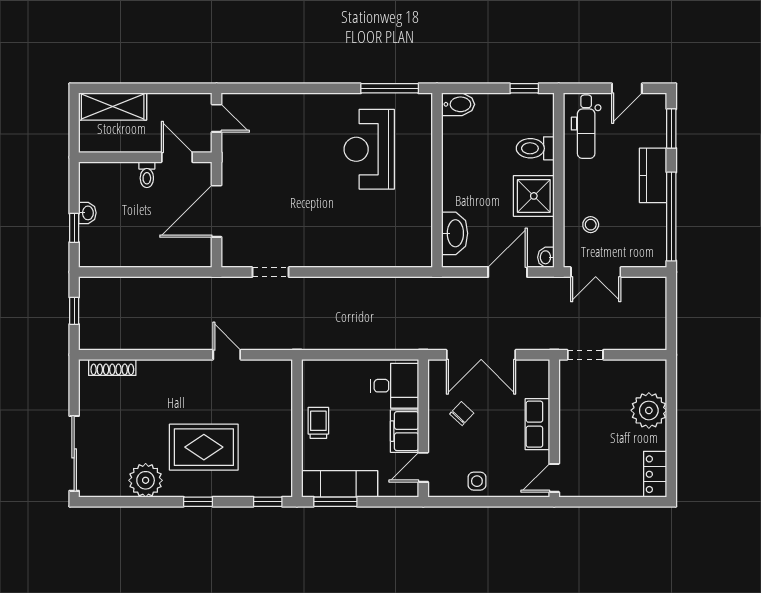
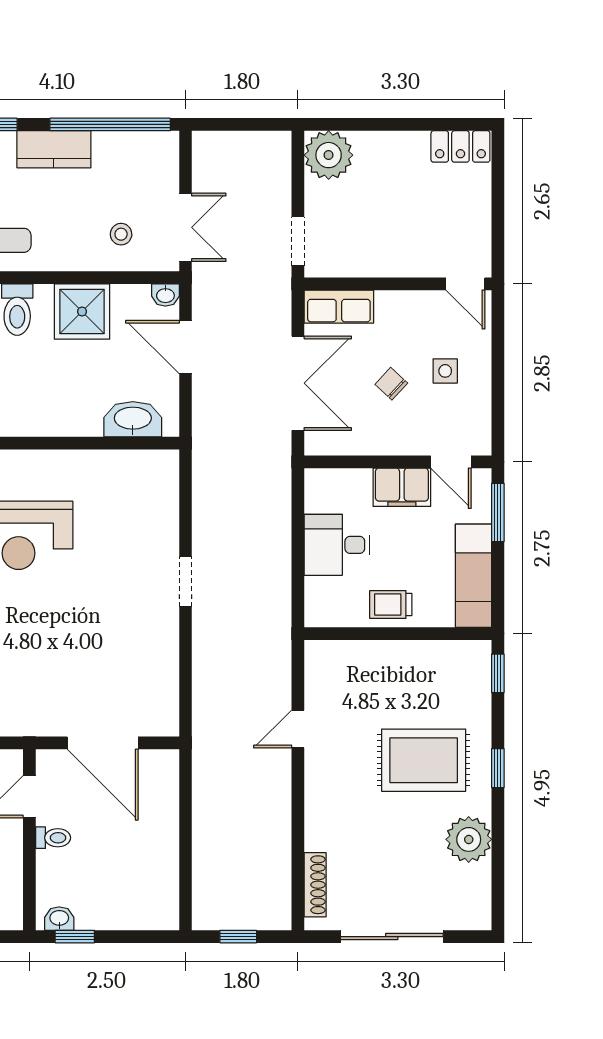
washbasin: (87, 213) -> (59, 919), moved
window: (74, 228) -> (75, 937), moved
doorway: (271, 272) -> (185, 582), moved
desk: (394, 386) -> (337, 545), moved, turned -90
plant: (649, 410) -> (329, 155), moved
chair: (462, 414) -> (391, 384), moved
row of seats: (537, 424) -> (339, 307), moved
rug: (204, 447) -> (424, 760), turned 90
sliding door: (74, 453) -> (392, 937), moved
side table: (477, 481) -> (445, 371), moved
window: (335, 502) -> (498, 512), moved

